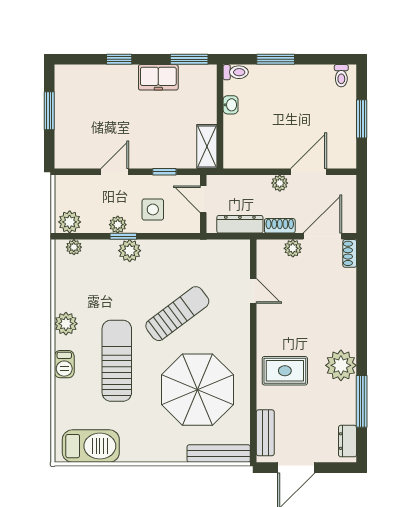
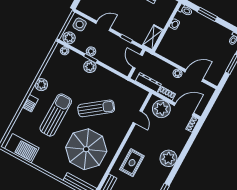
side table: (153, 209) -> (80, 24), moved
plant: (293, 248) -> (161, 109), width x1.88, depth x1.88
plant: (341, 365) -> (168, 158), moved
rug: (285, 371) -> (132, 163), turned 90

